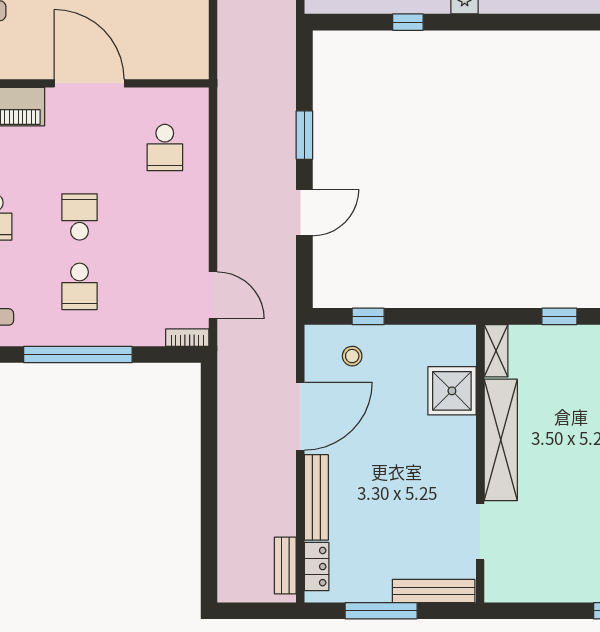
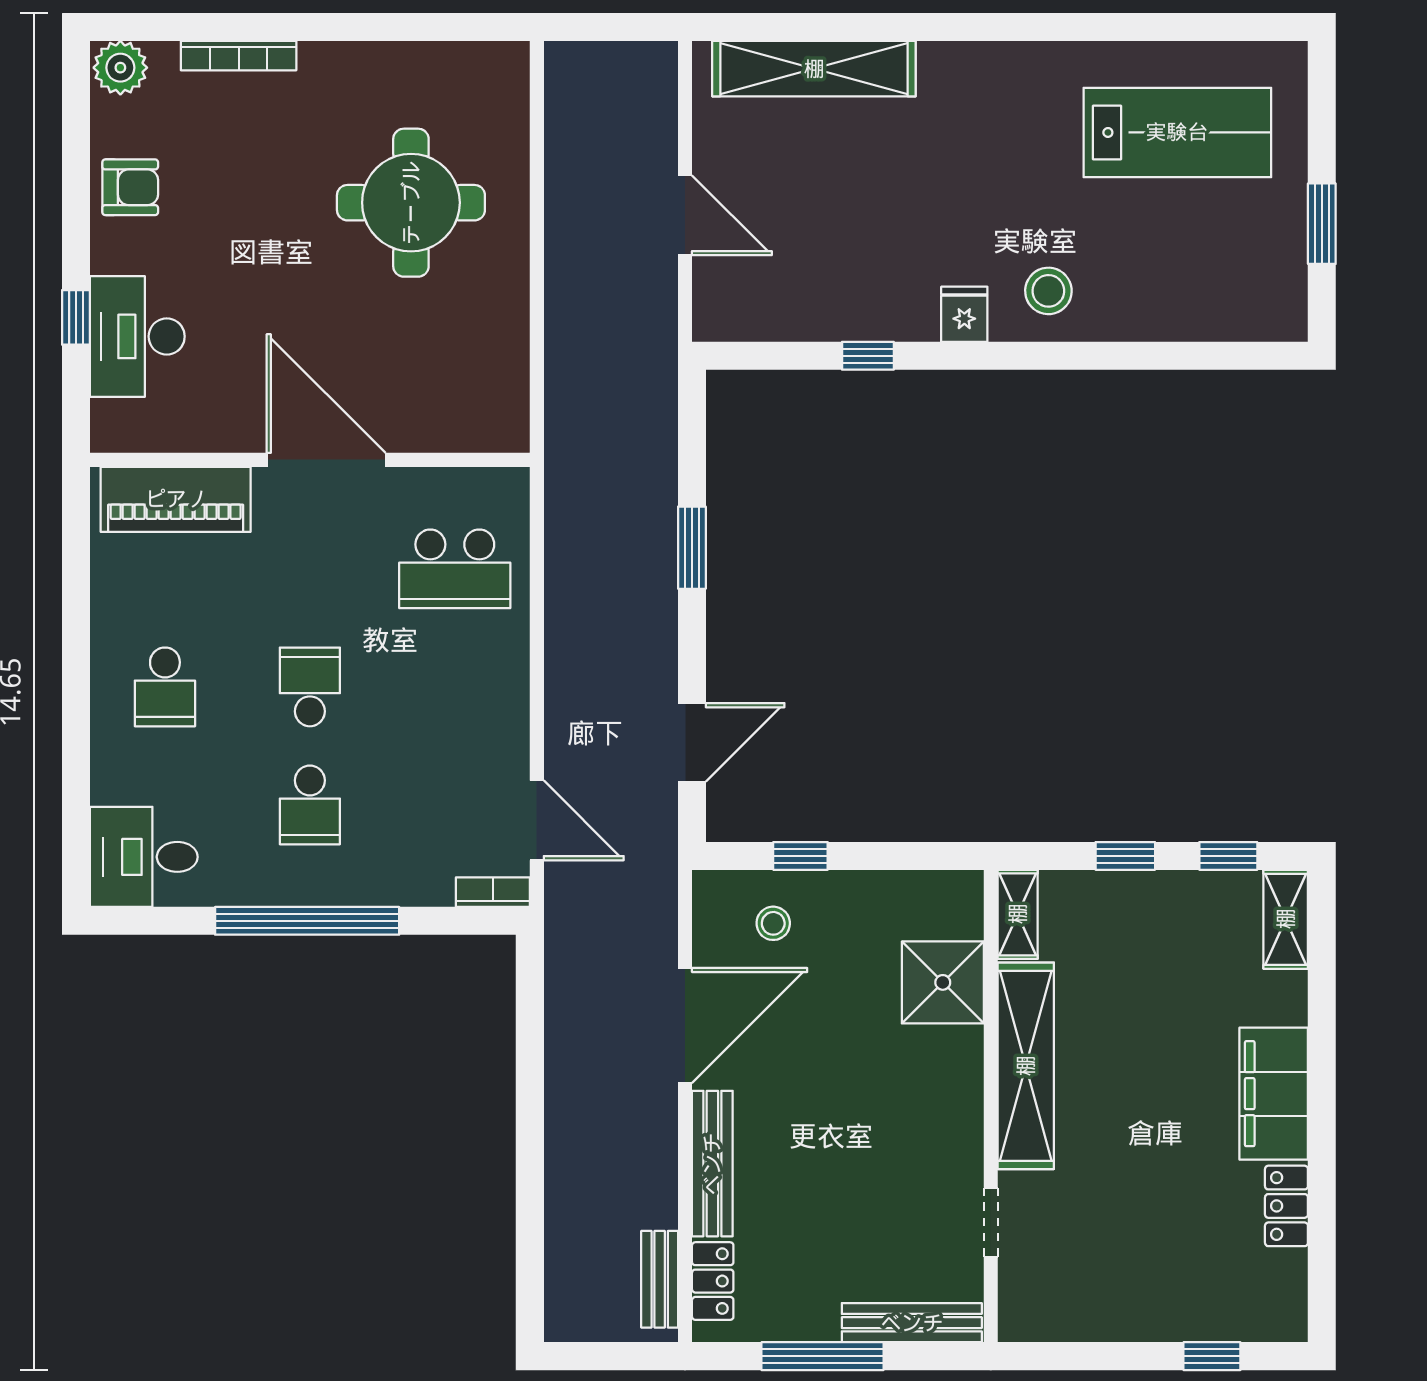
school desk: (165, 147) -> (455, 569), width x1.85
door: (304, 213) -> (692, 742), moved
doorway: (480, 532) -> (991, 1222), width x0.73

